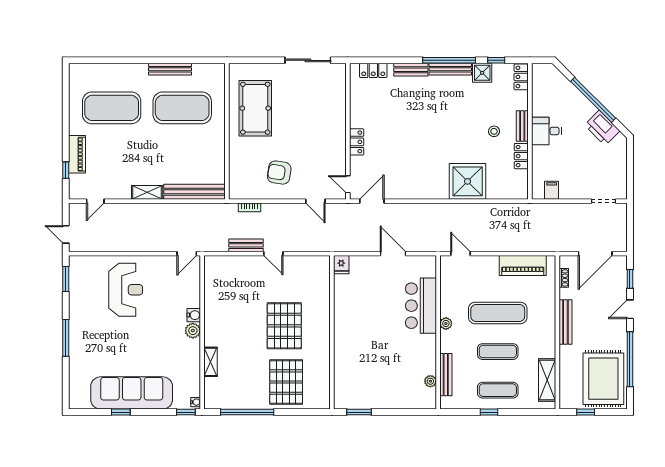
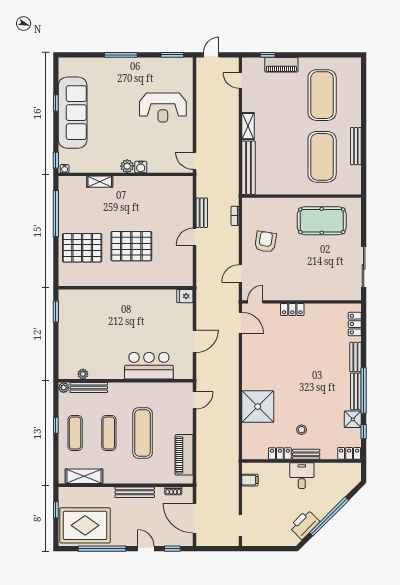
plant: (446, 323) -> (64, 388), moved

